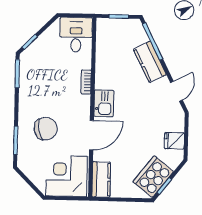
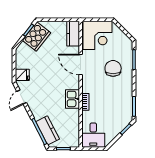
kitchen counter: (150, 62) -> (48, 130), moved
kitchen sink: (104, 103) -> (72, 99), moved
chair: (46, 129) -> (113, 68), turned 101
door: (92, 135) -> (81, 65), hinge flipped
fridge: (174, 141) -> (22, 75), moved

